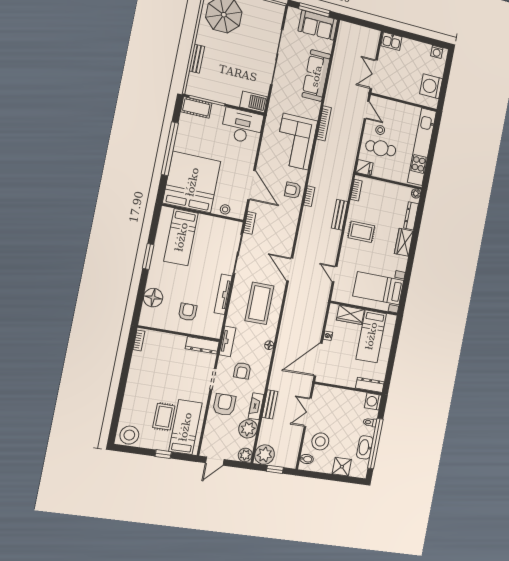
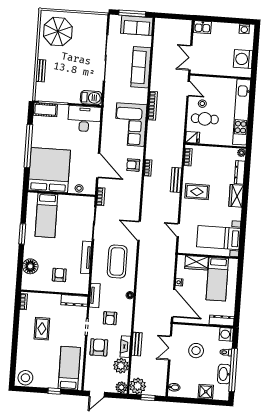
door: (318, 360) -> (173, 303), swing flipped
rug: (164, 417) -> (42, 329), moved
stool: (320, 441) -> (196, 351), moved

